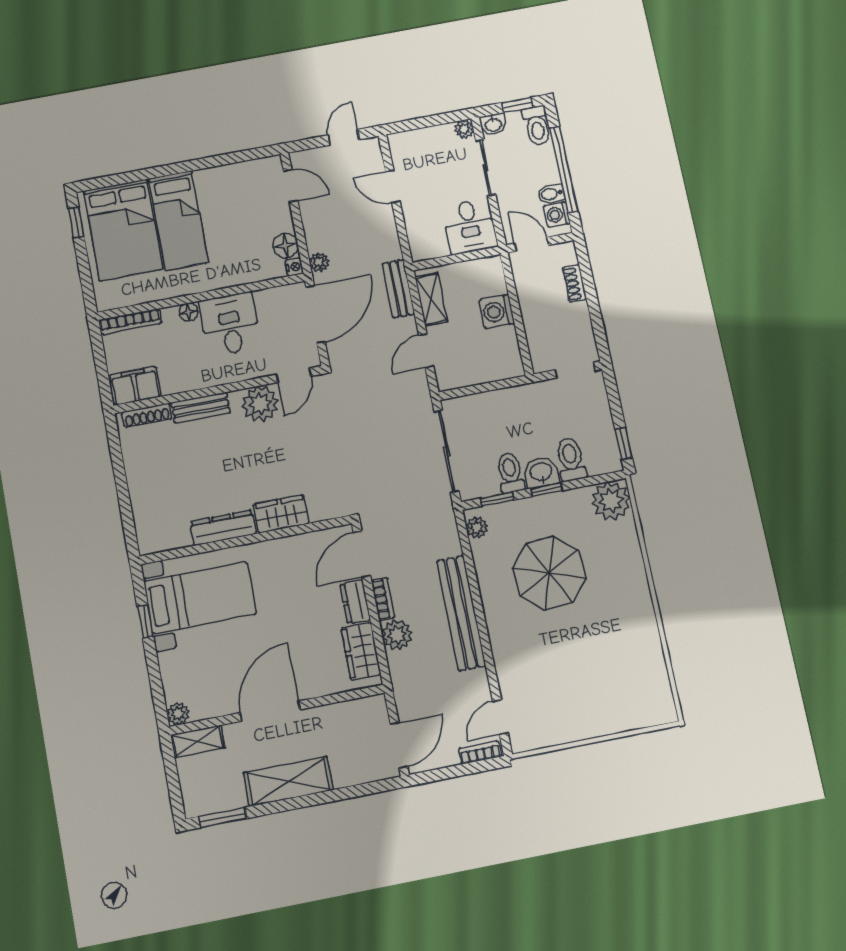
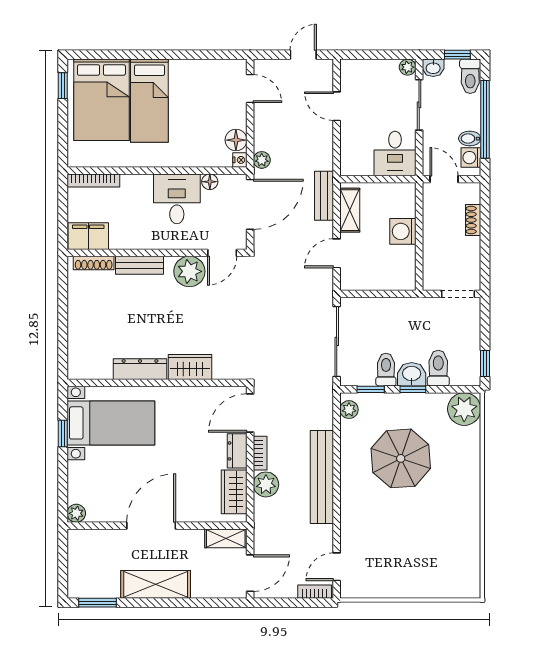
floor lamp: (189, 312) -> (210, 182), moved
shelving: (198, 741) -> (226, 538), moved

